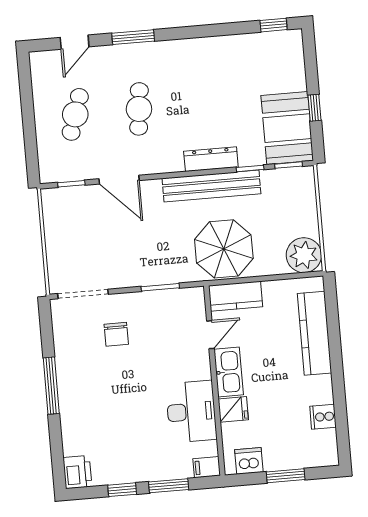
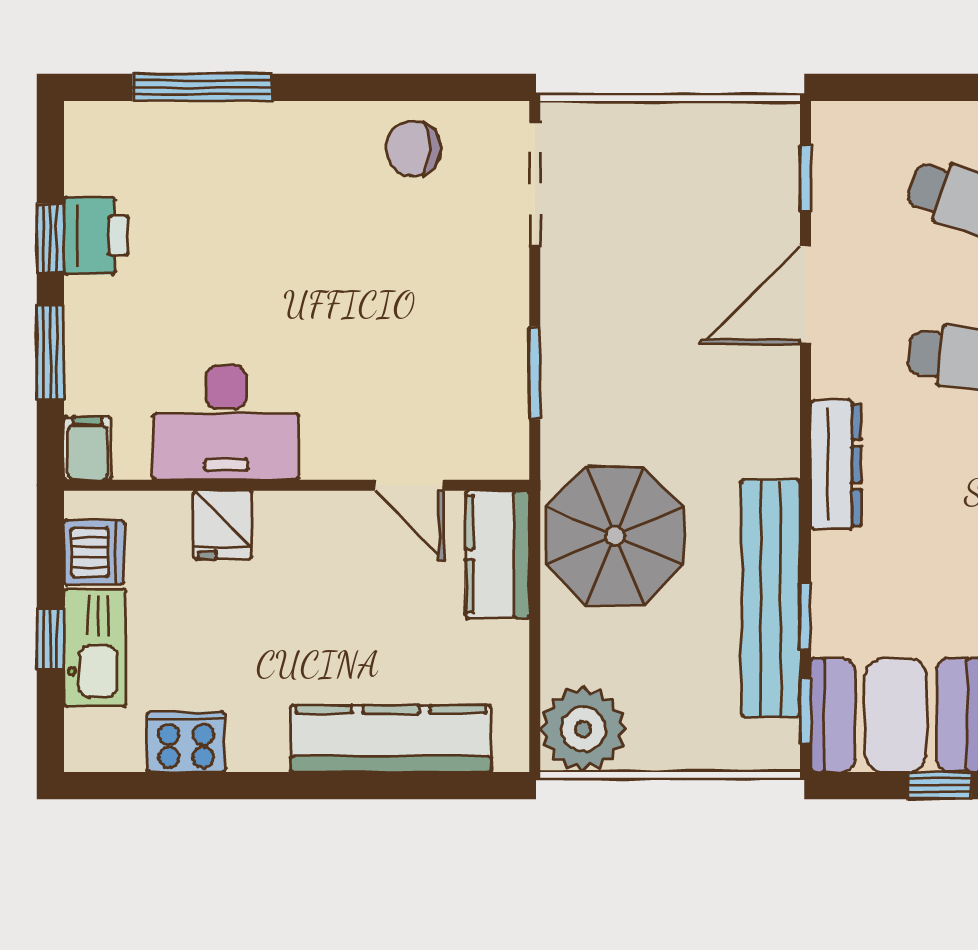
dresser: (211, 159) -> (836, 465), moved
bench: (211, 186) -> (771, 598), moved
chair: (116, 334) -> (413, 149), moved
kitchen sink: (229, 372) -> (95, 648), moved, turned -90
window: (51, 386) -> (202, 87), moved
cooker: (323, 417) -> (186, 742), width x1.36
printer: (77, 472) -> (96, 236), moved, turned -90
window: (286, 476) -> (50, 639), width x0.67

